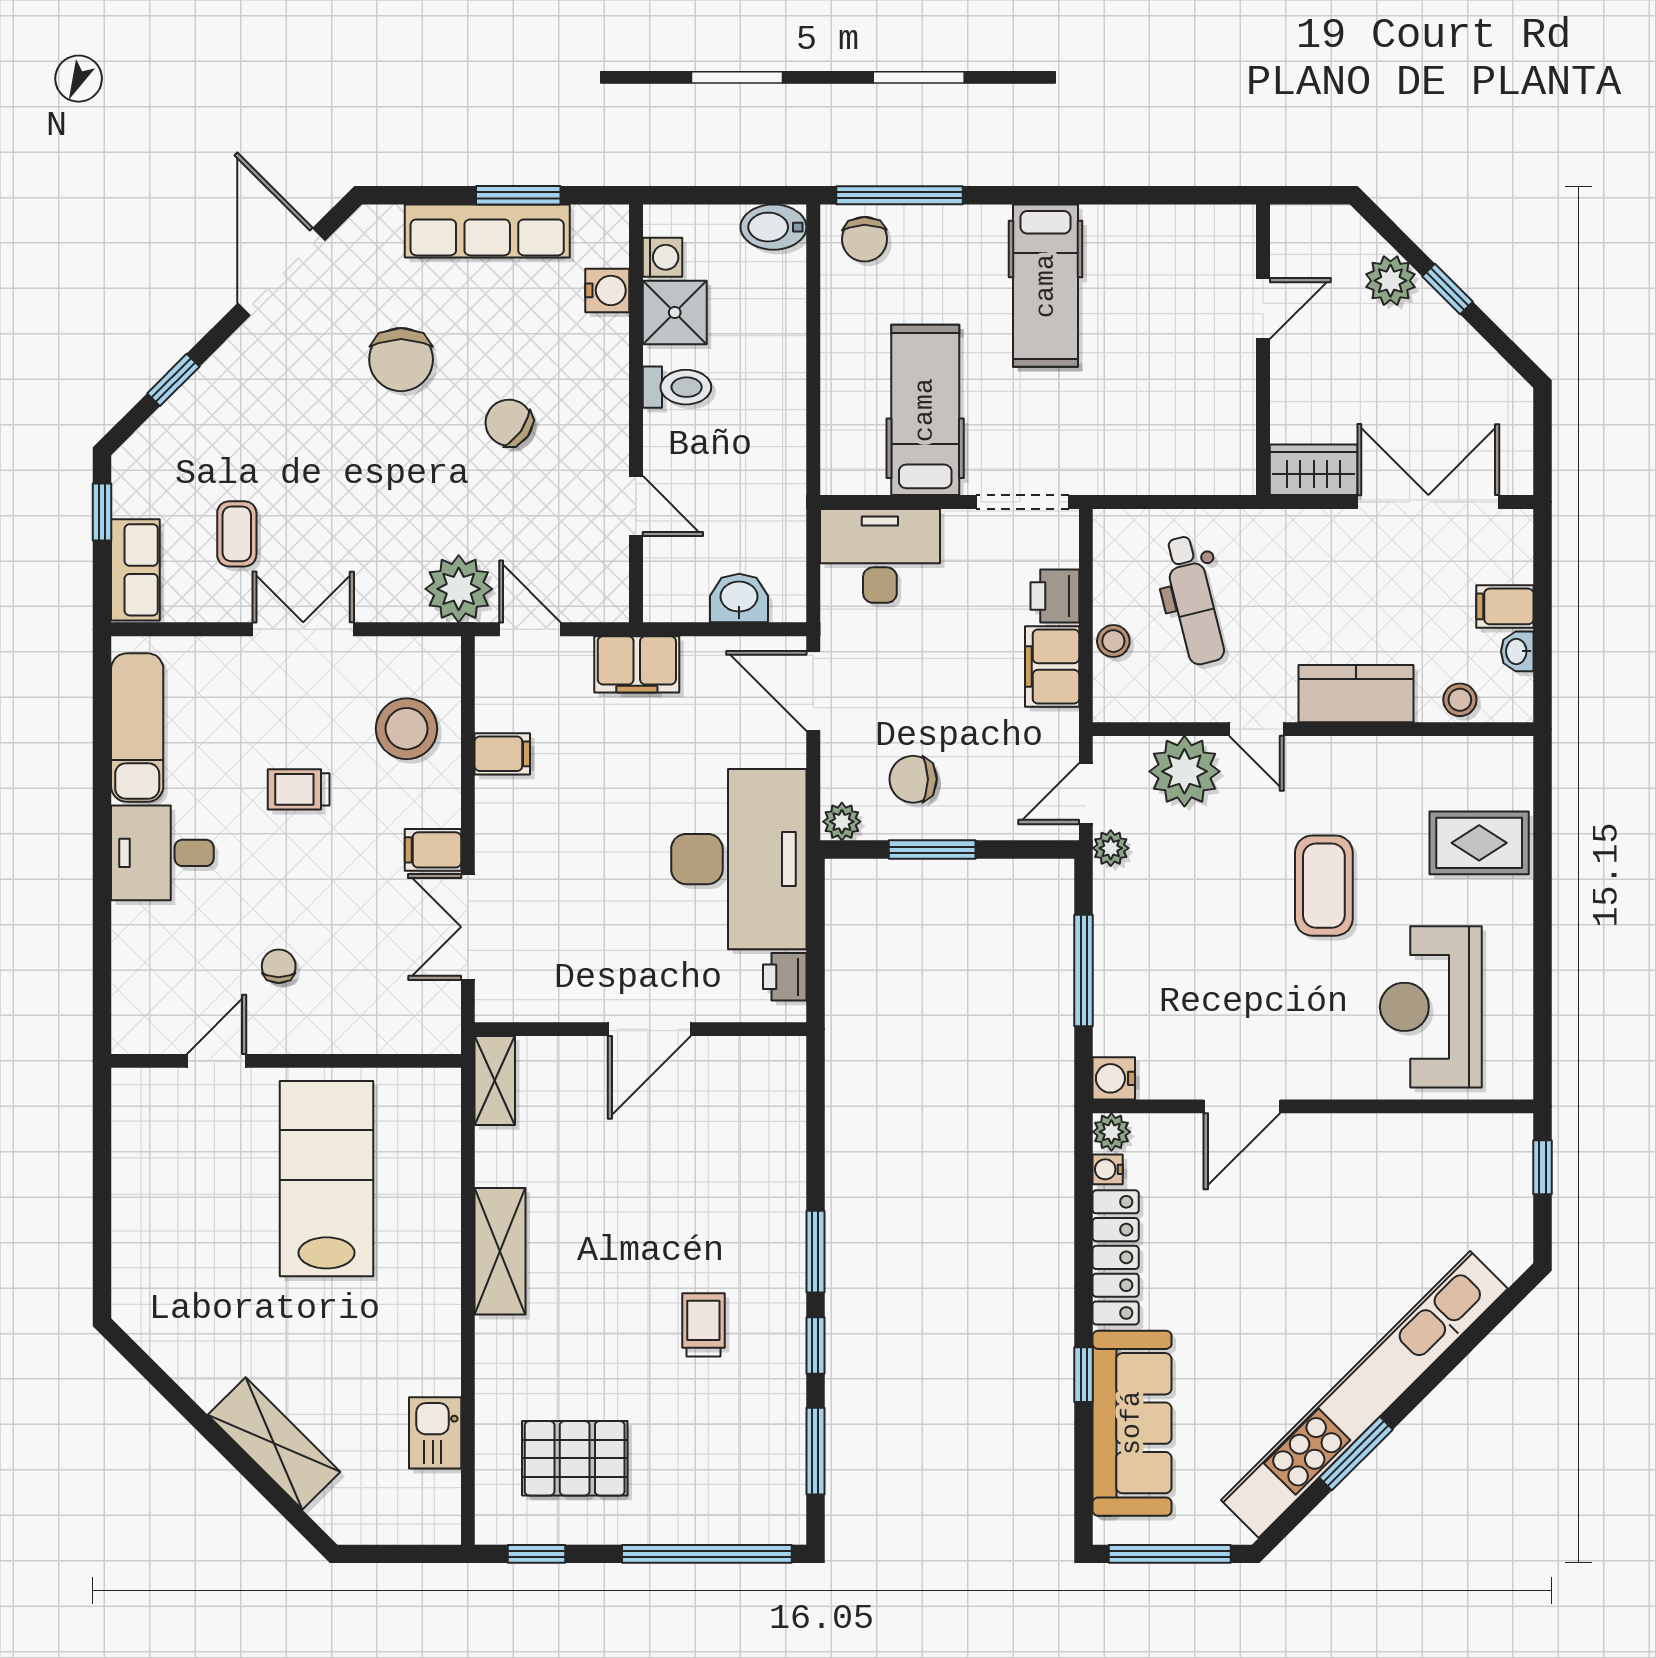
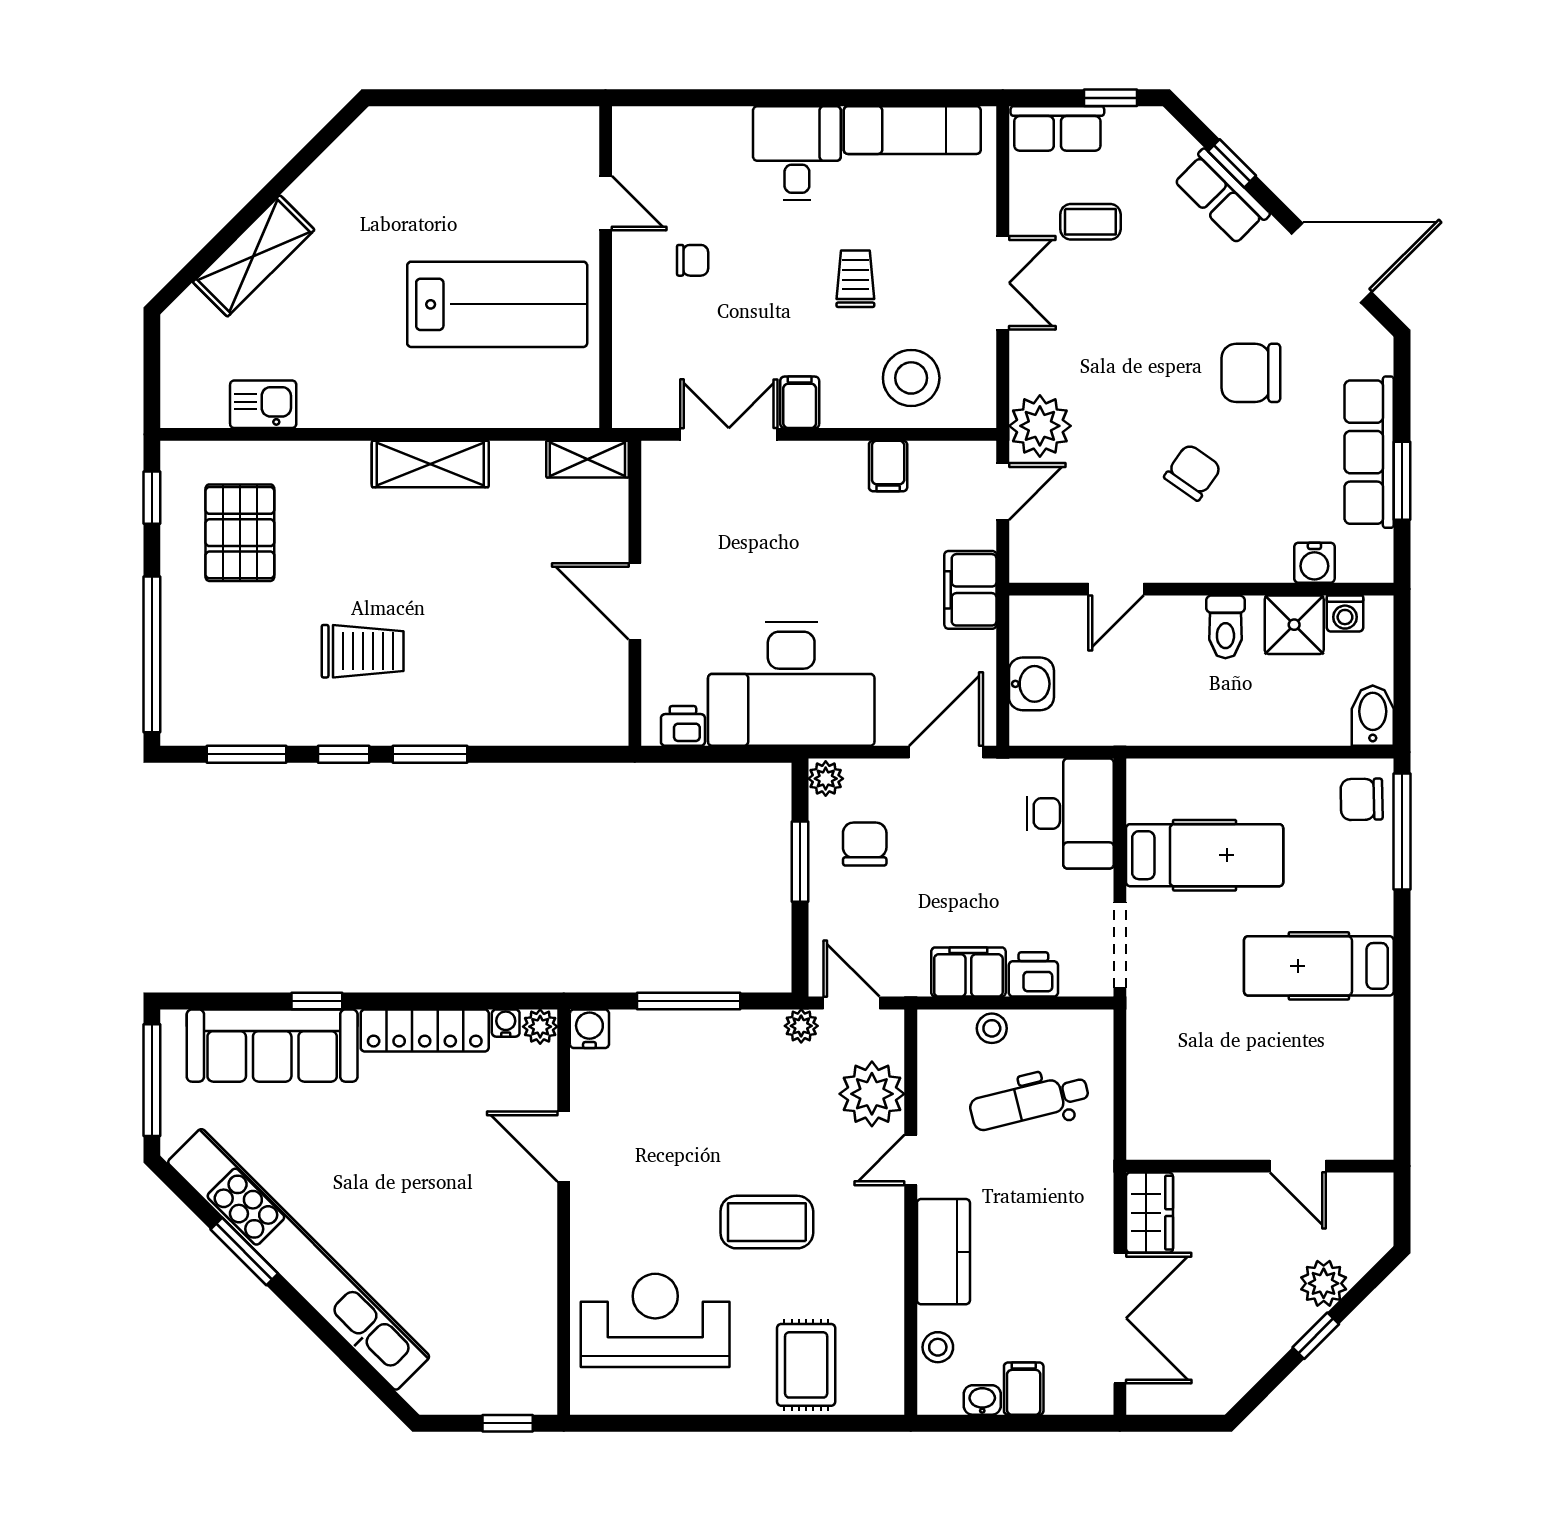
row of seats: (209, 391) -> (1222, 197), added
trolley: (703, 1325) -> (363, 651), width x1.36, depth x1.39

